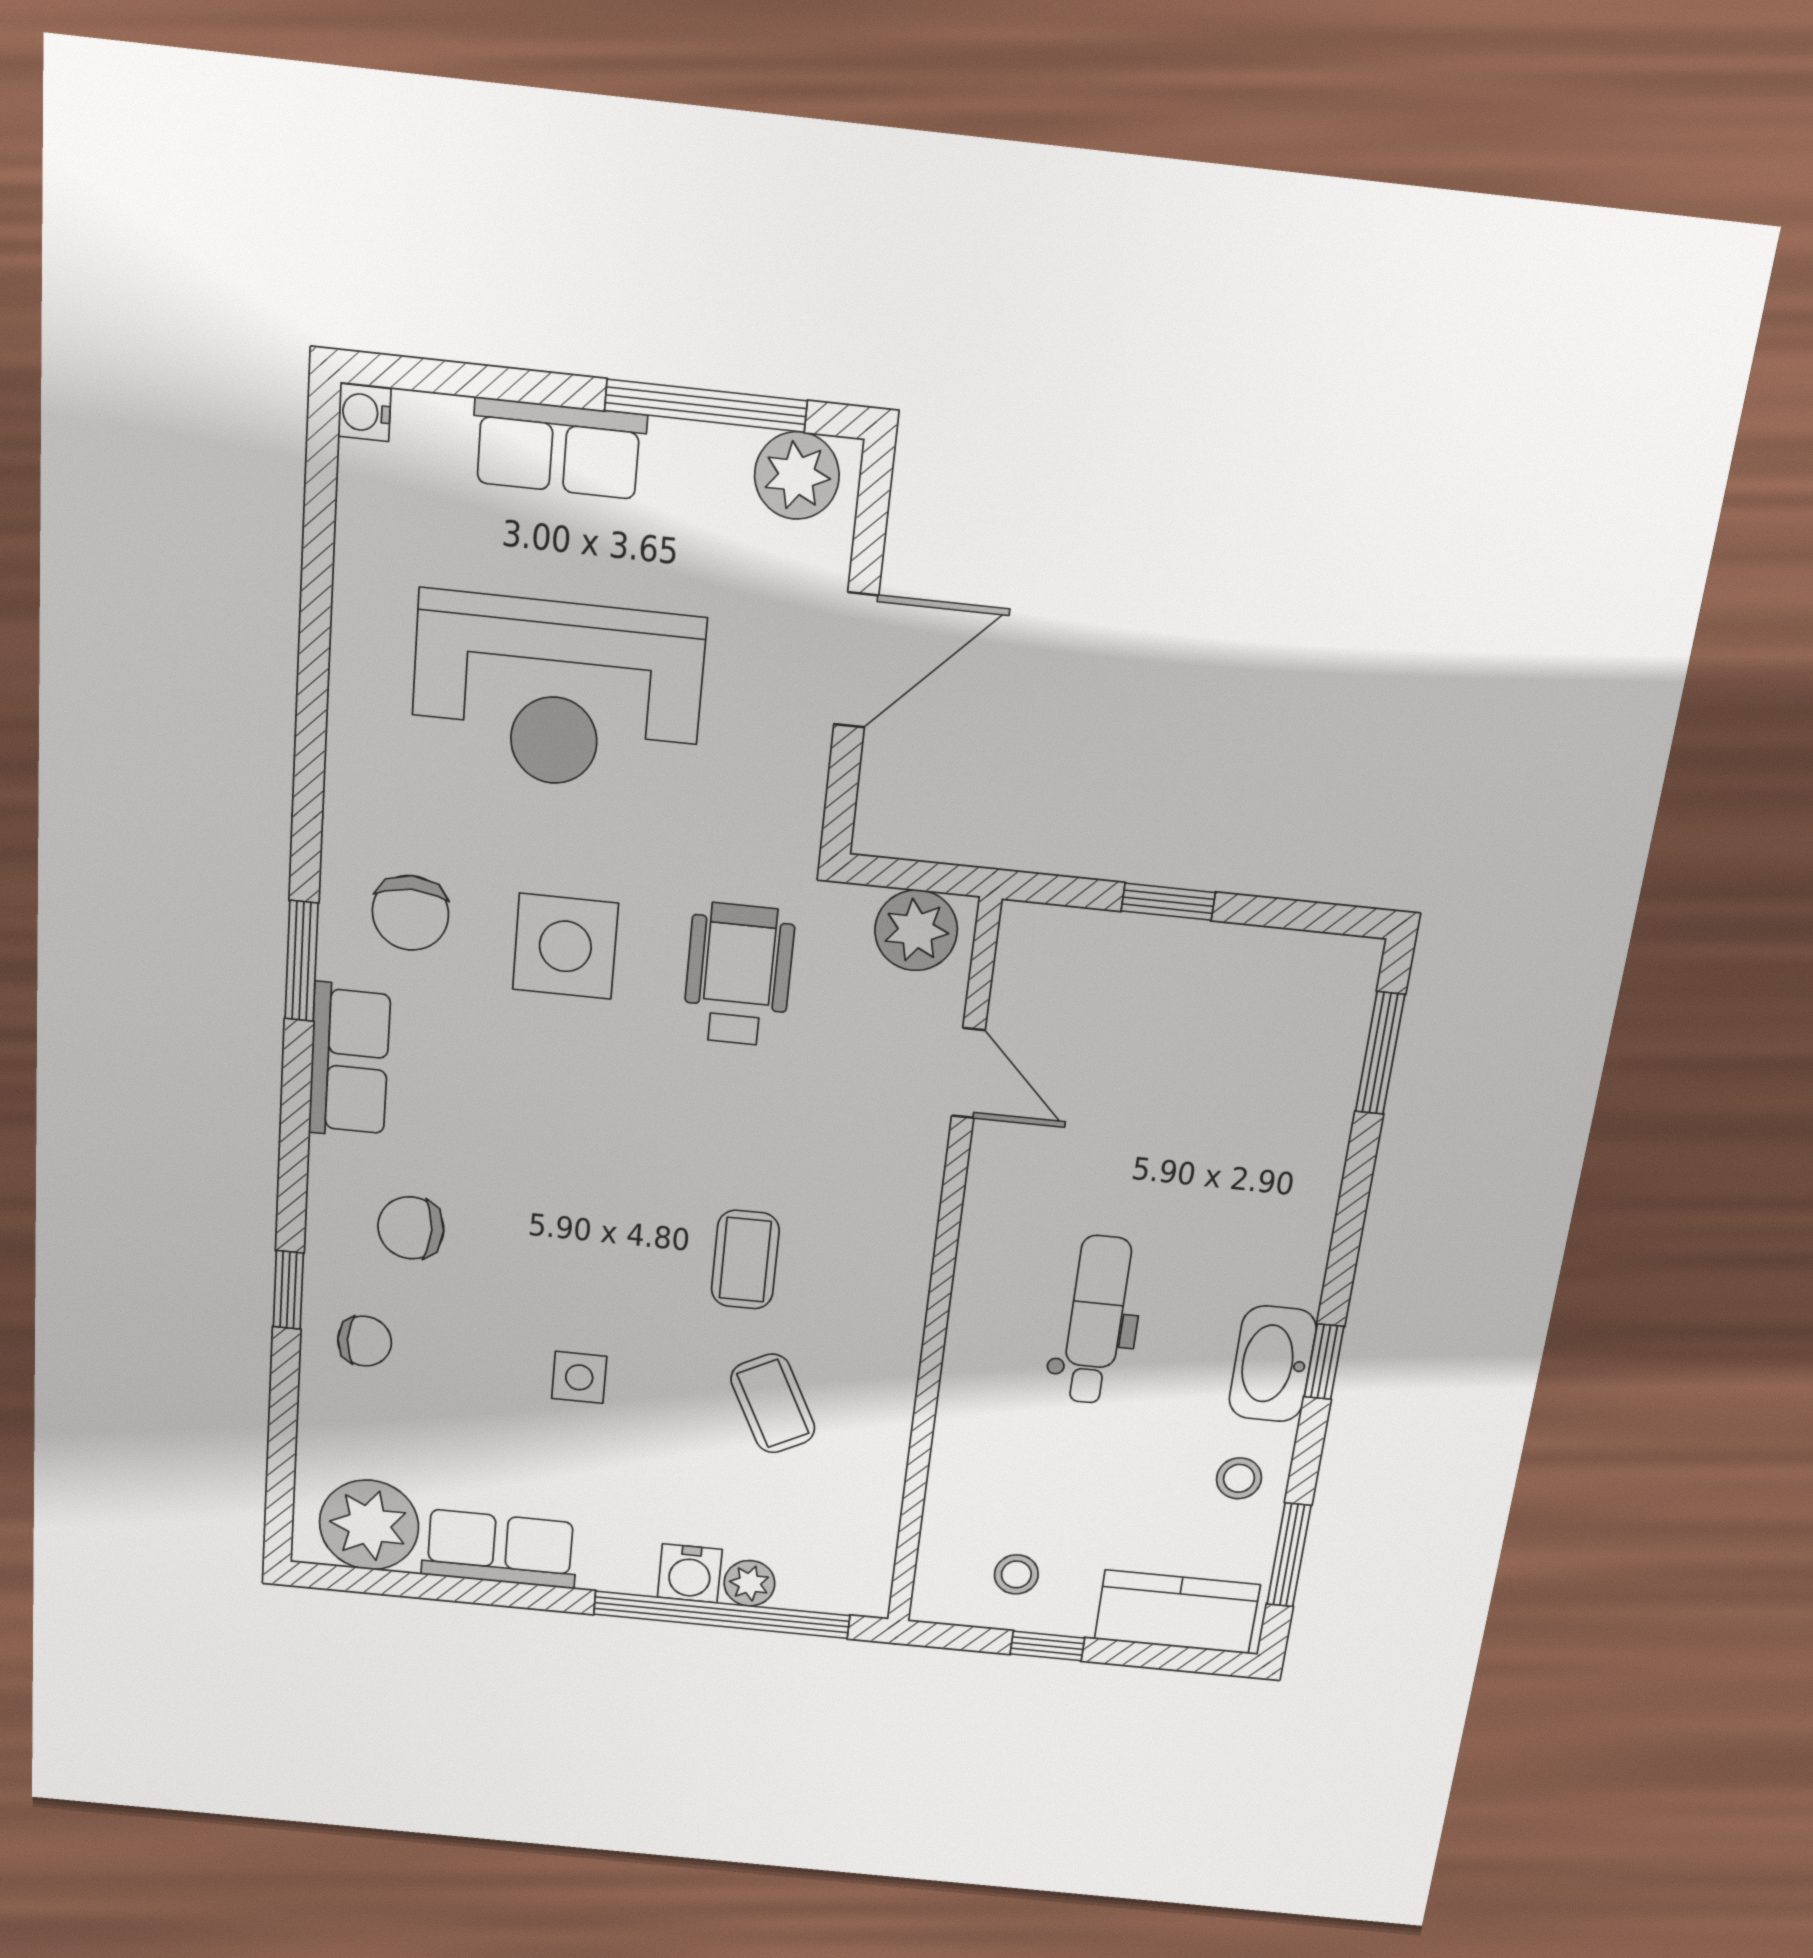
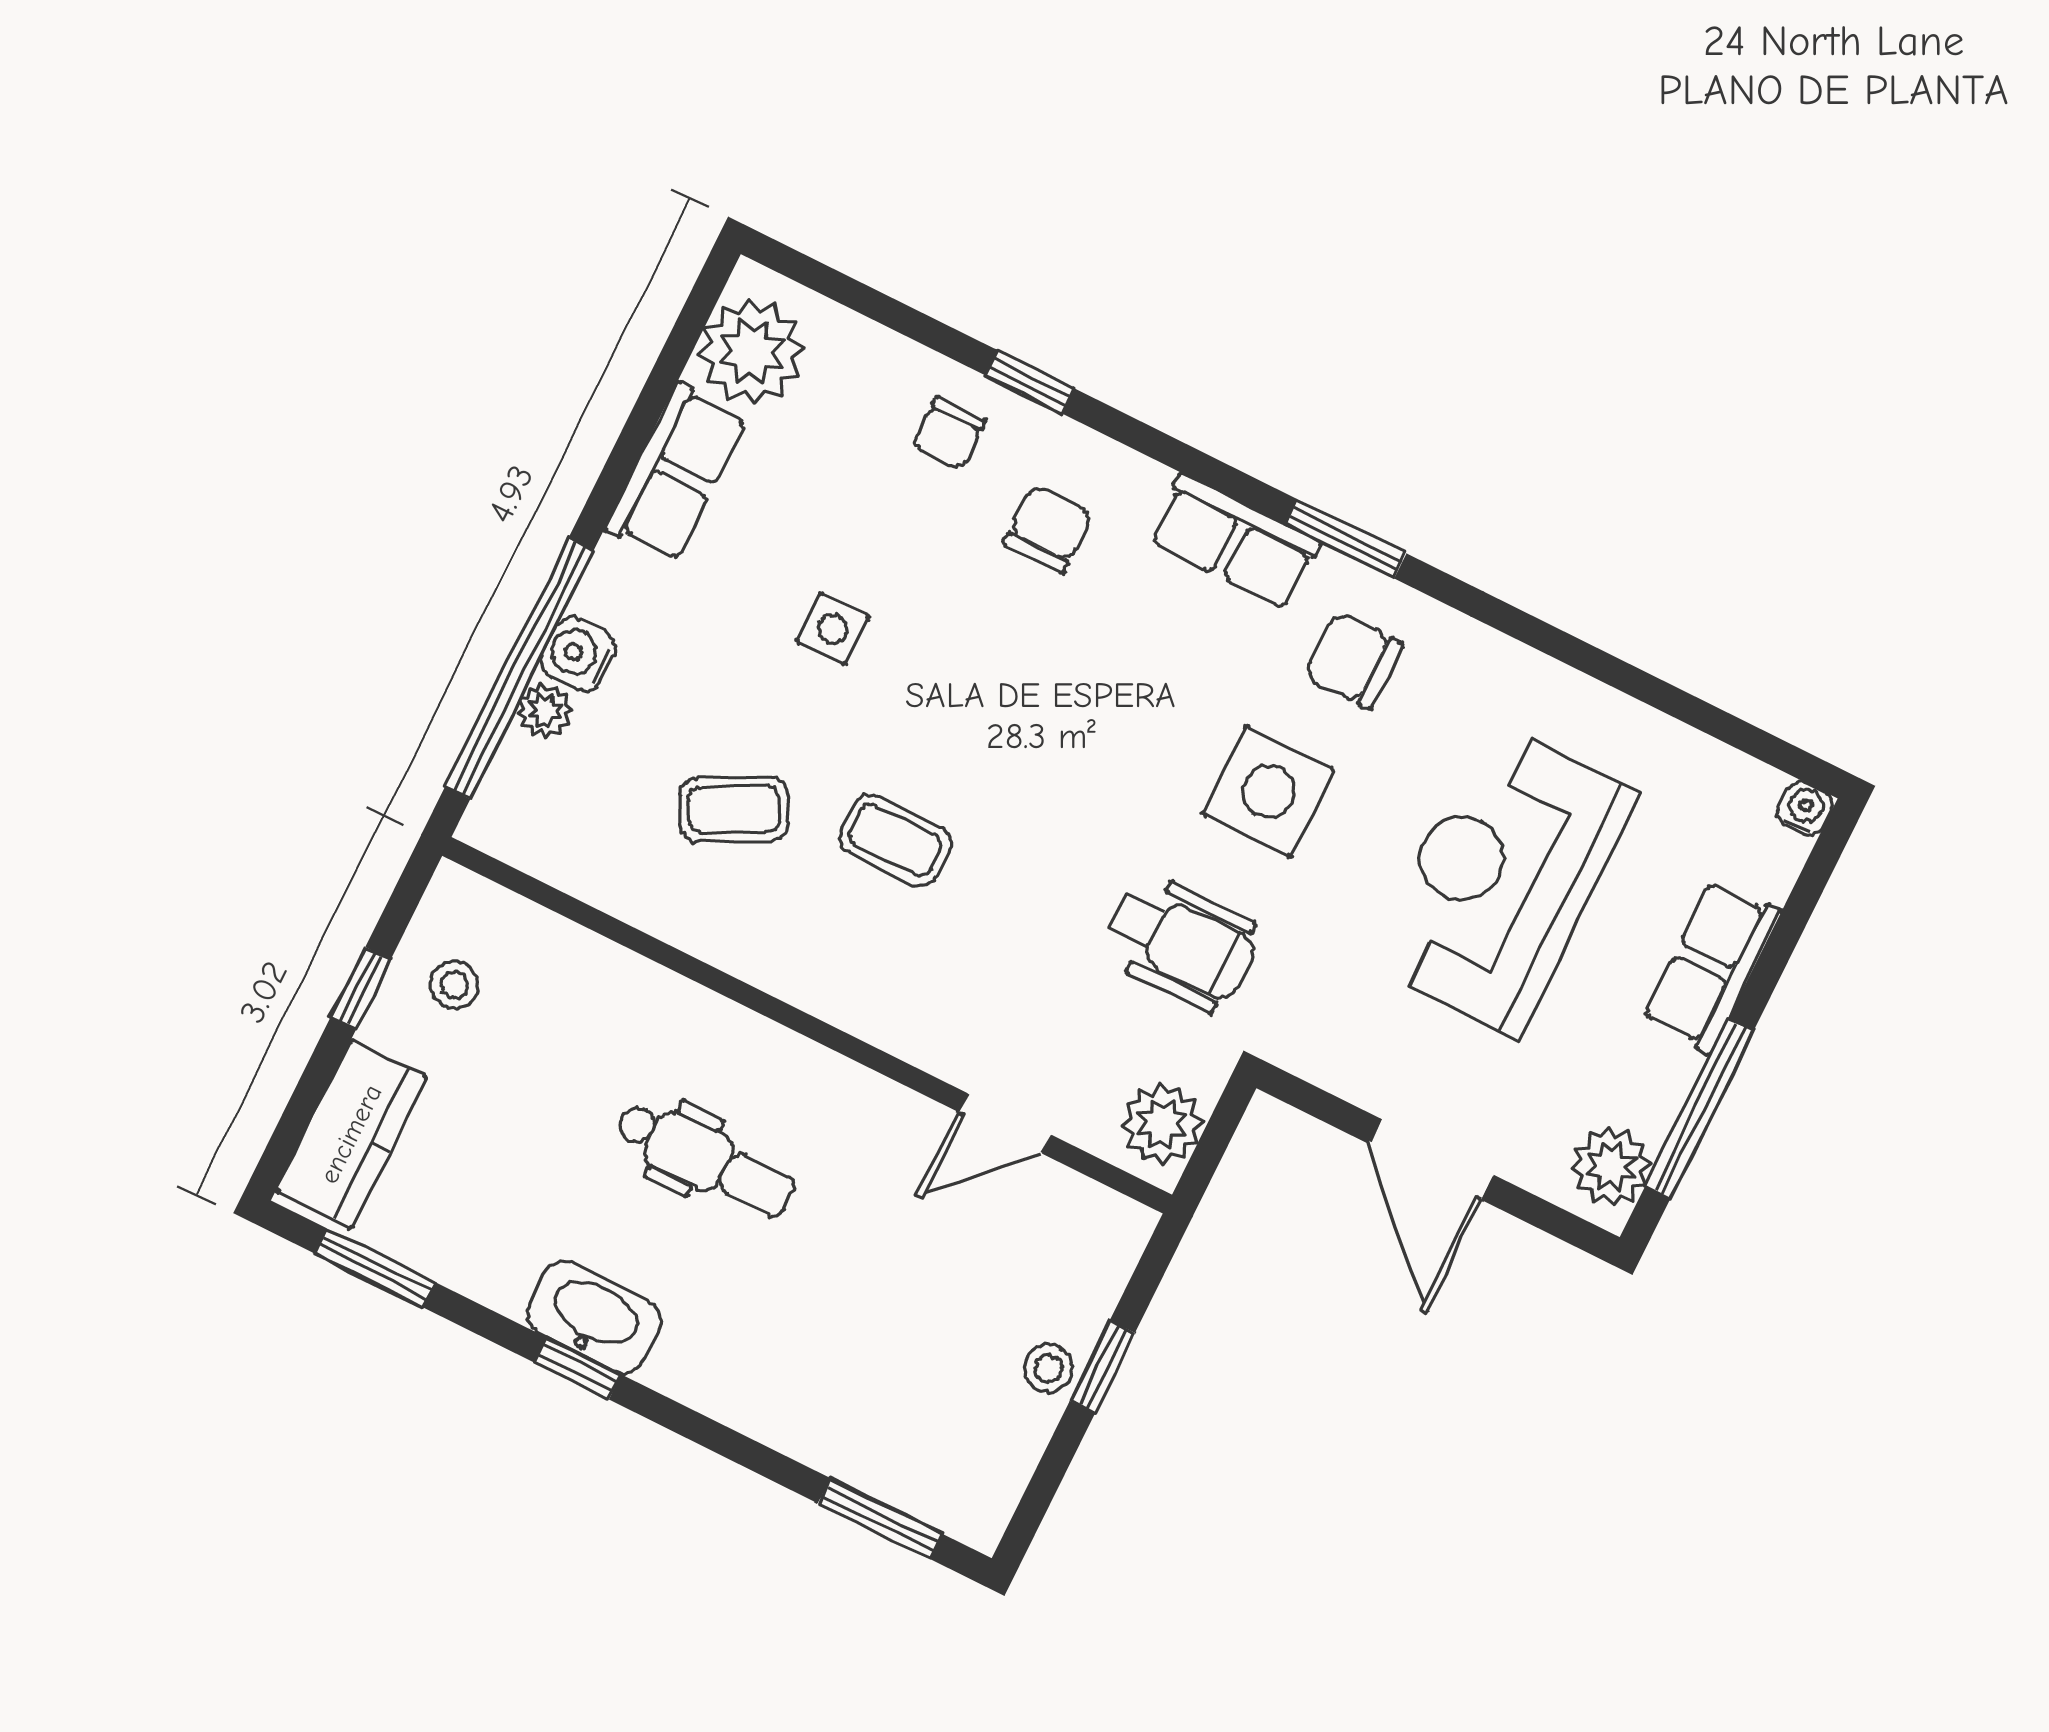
stool: (1239, 1478) -> (1048, 1368), moved

